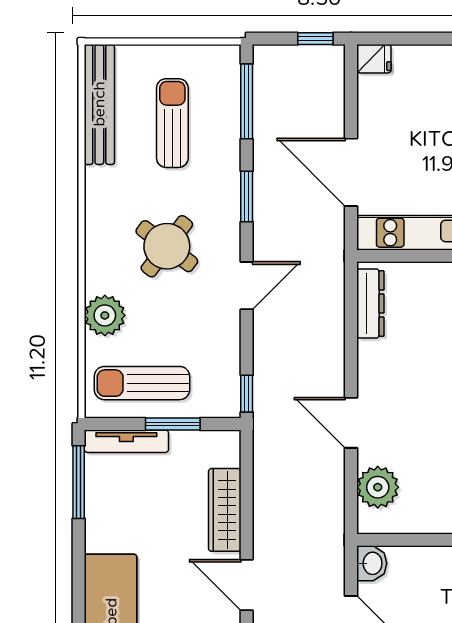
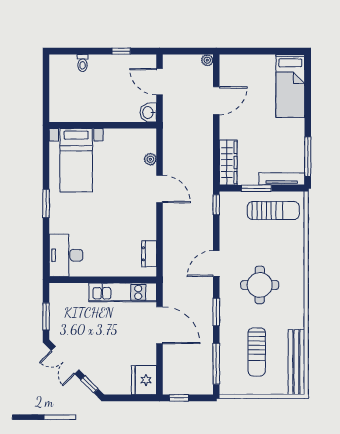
fridge: (374, 59) -> (144, 380), width x1.88, depth x1.34
round table: (167, 246) -> (260, 285), turned -37
dresser: (370, 303) -> (149, 254), width x0.70
plant: (105, 315) -> (293, 247), removed
plant: (378, 487) -> (150, 159), width x0.53, depth x0.53
wardrobe: (225, 510) -> (228, 162), moved
door: (247, 585) -> (216, 101), hinge flipped

